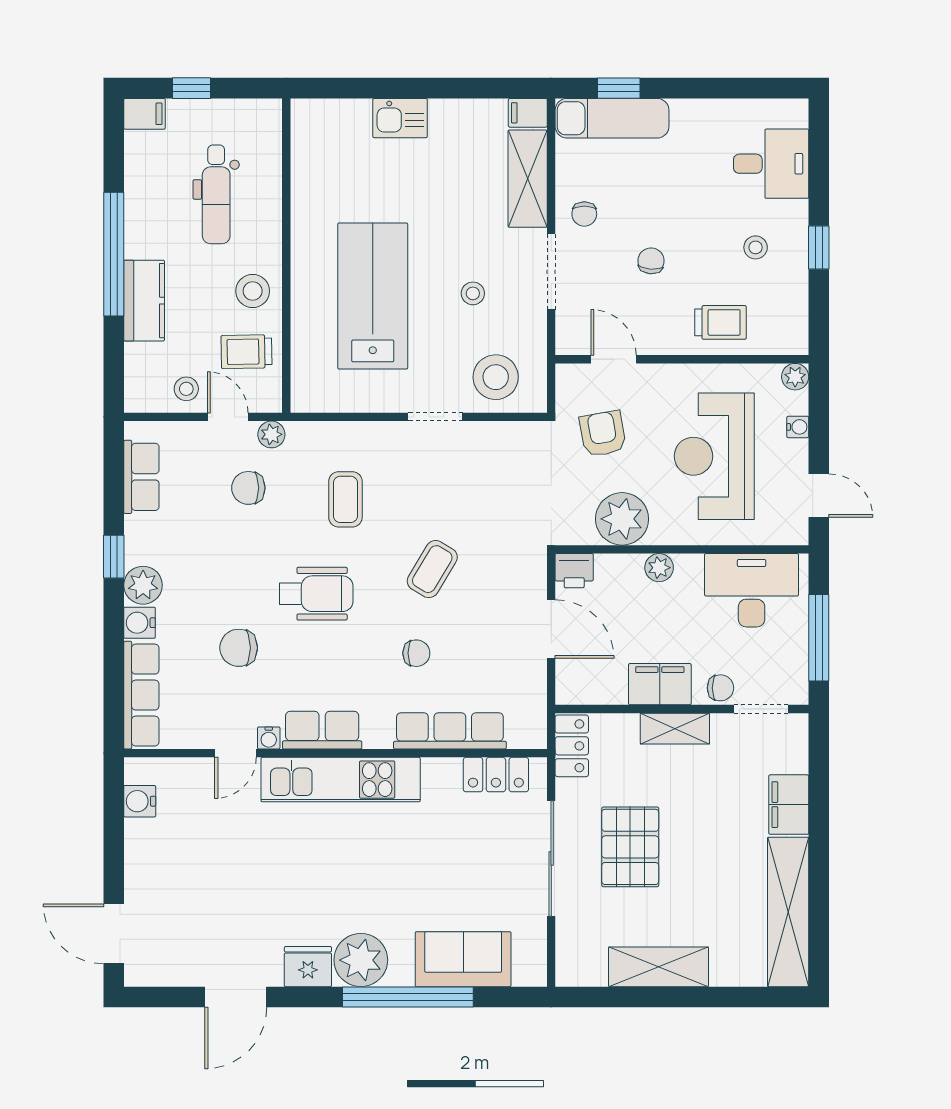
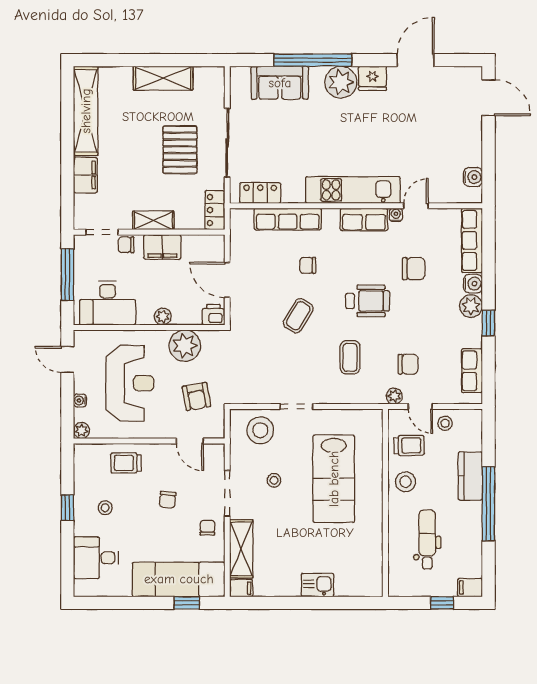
exam couch: (612, 118) -> (179, 579), width x1.36, depth x1.45
wheelchair: (316, 594) -> (368, 301), turned 180

